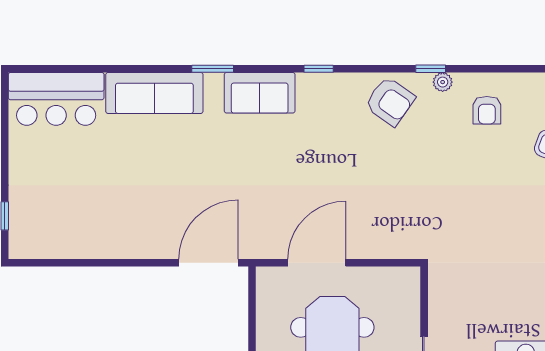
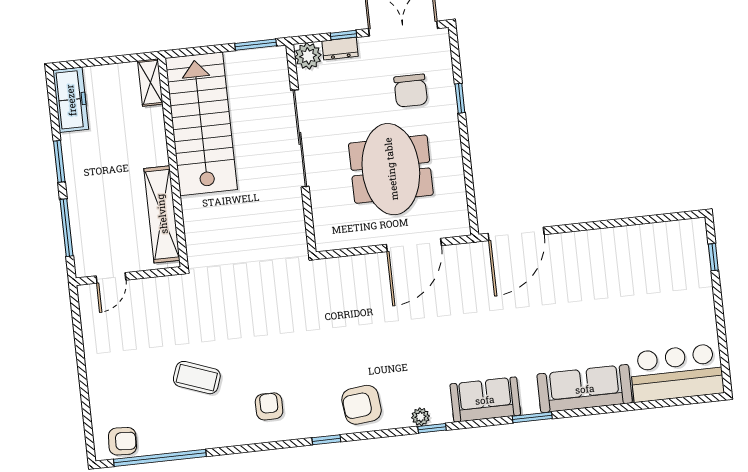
plant: (443, 82) -> (421, 417), moved
armchair: (390, 101) -> (362, 405), turned -41

